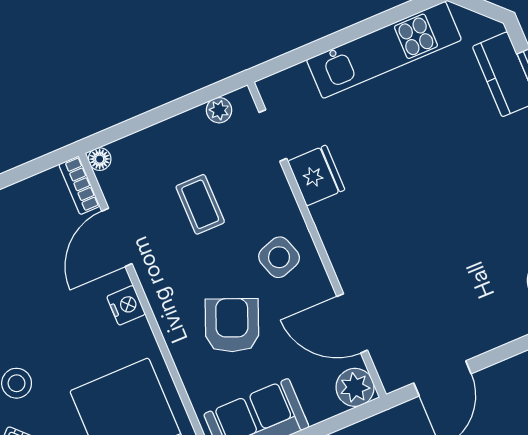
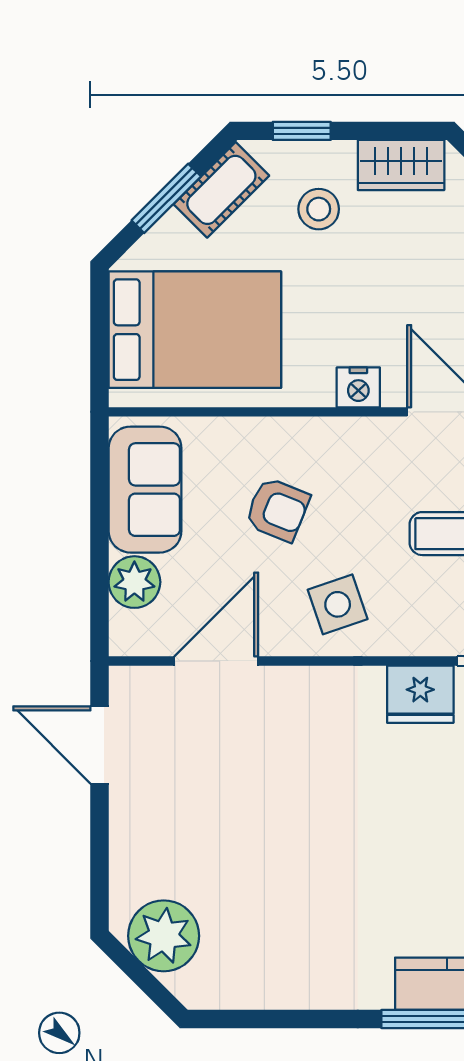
armchair: (232, 325) -> (277, 509), width x0.72, depth x0.72
plant: (355, 387) -> (134, 582), moved

